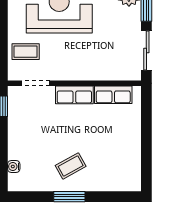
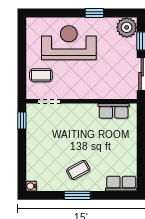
row of seats: (74, 95) -> (121, 184), moved, turned 180
water cooler: (14, 166) -> (31, 186), moved

